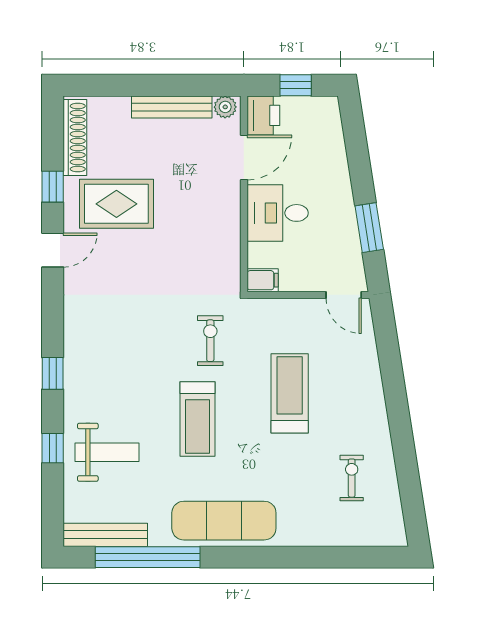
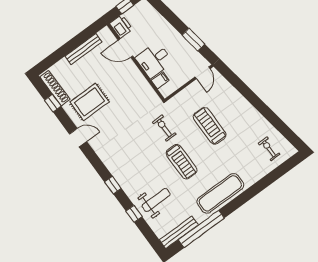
plant: (225, 107) -> (104, 34), removed
door: (244, 158) -> (125, 48), swing flipped
window: (53, 187) -> (53, 103), moved
door: (53, 250) -> (78, 138), hinge flipped
filing cabinet: (263, 280) -> (160, 80), moved
door: (344, 295) -> (203, 73), hinge flipped
exercise bike: (352, 478) -> (269, 149), moved

